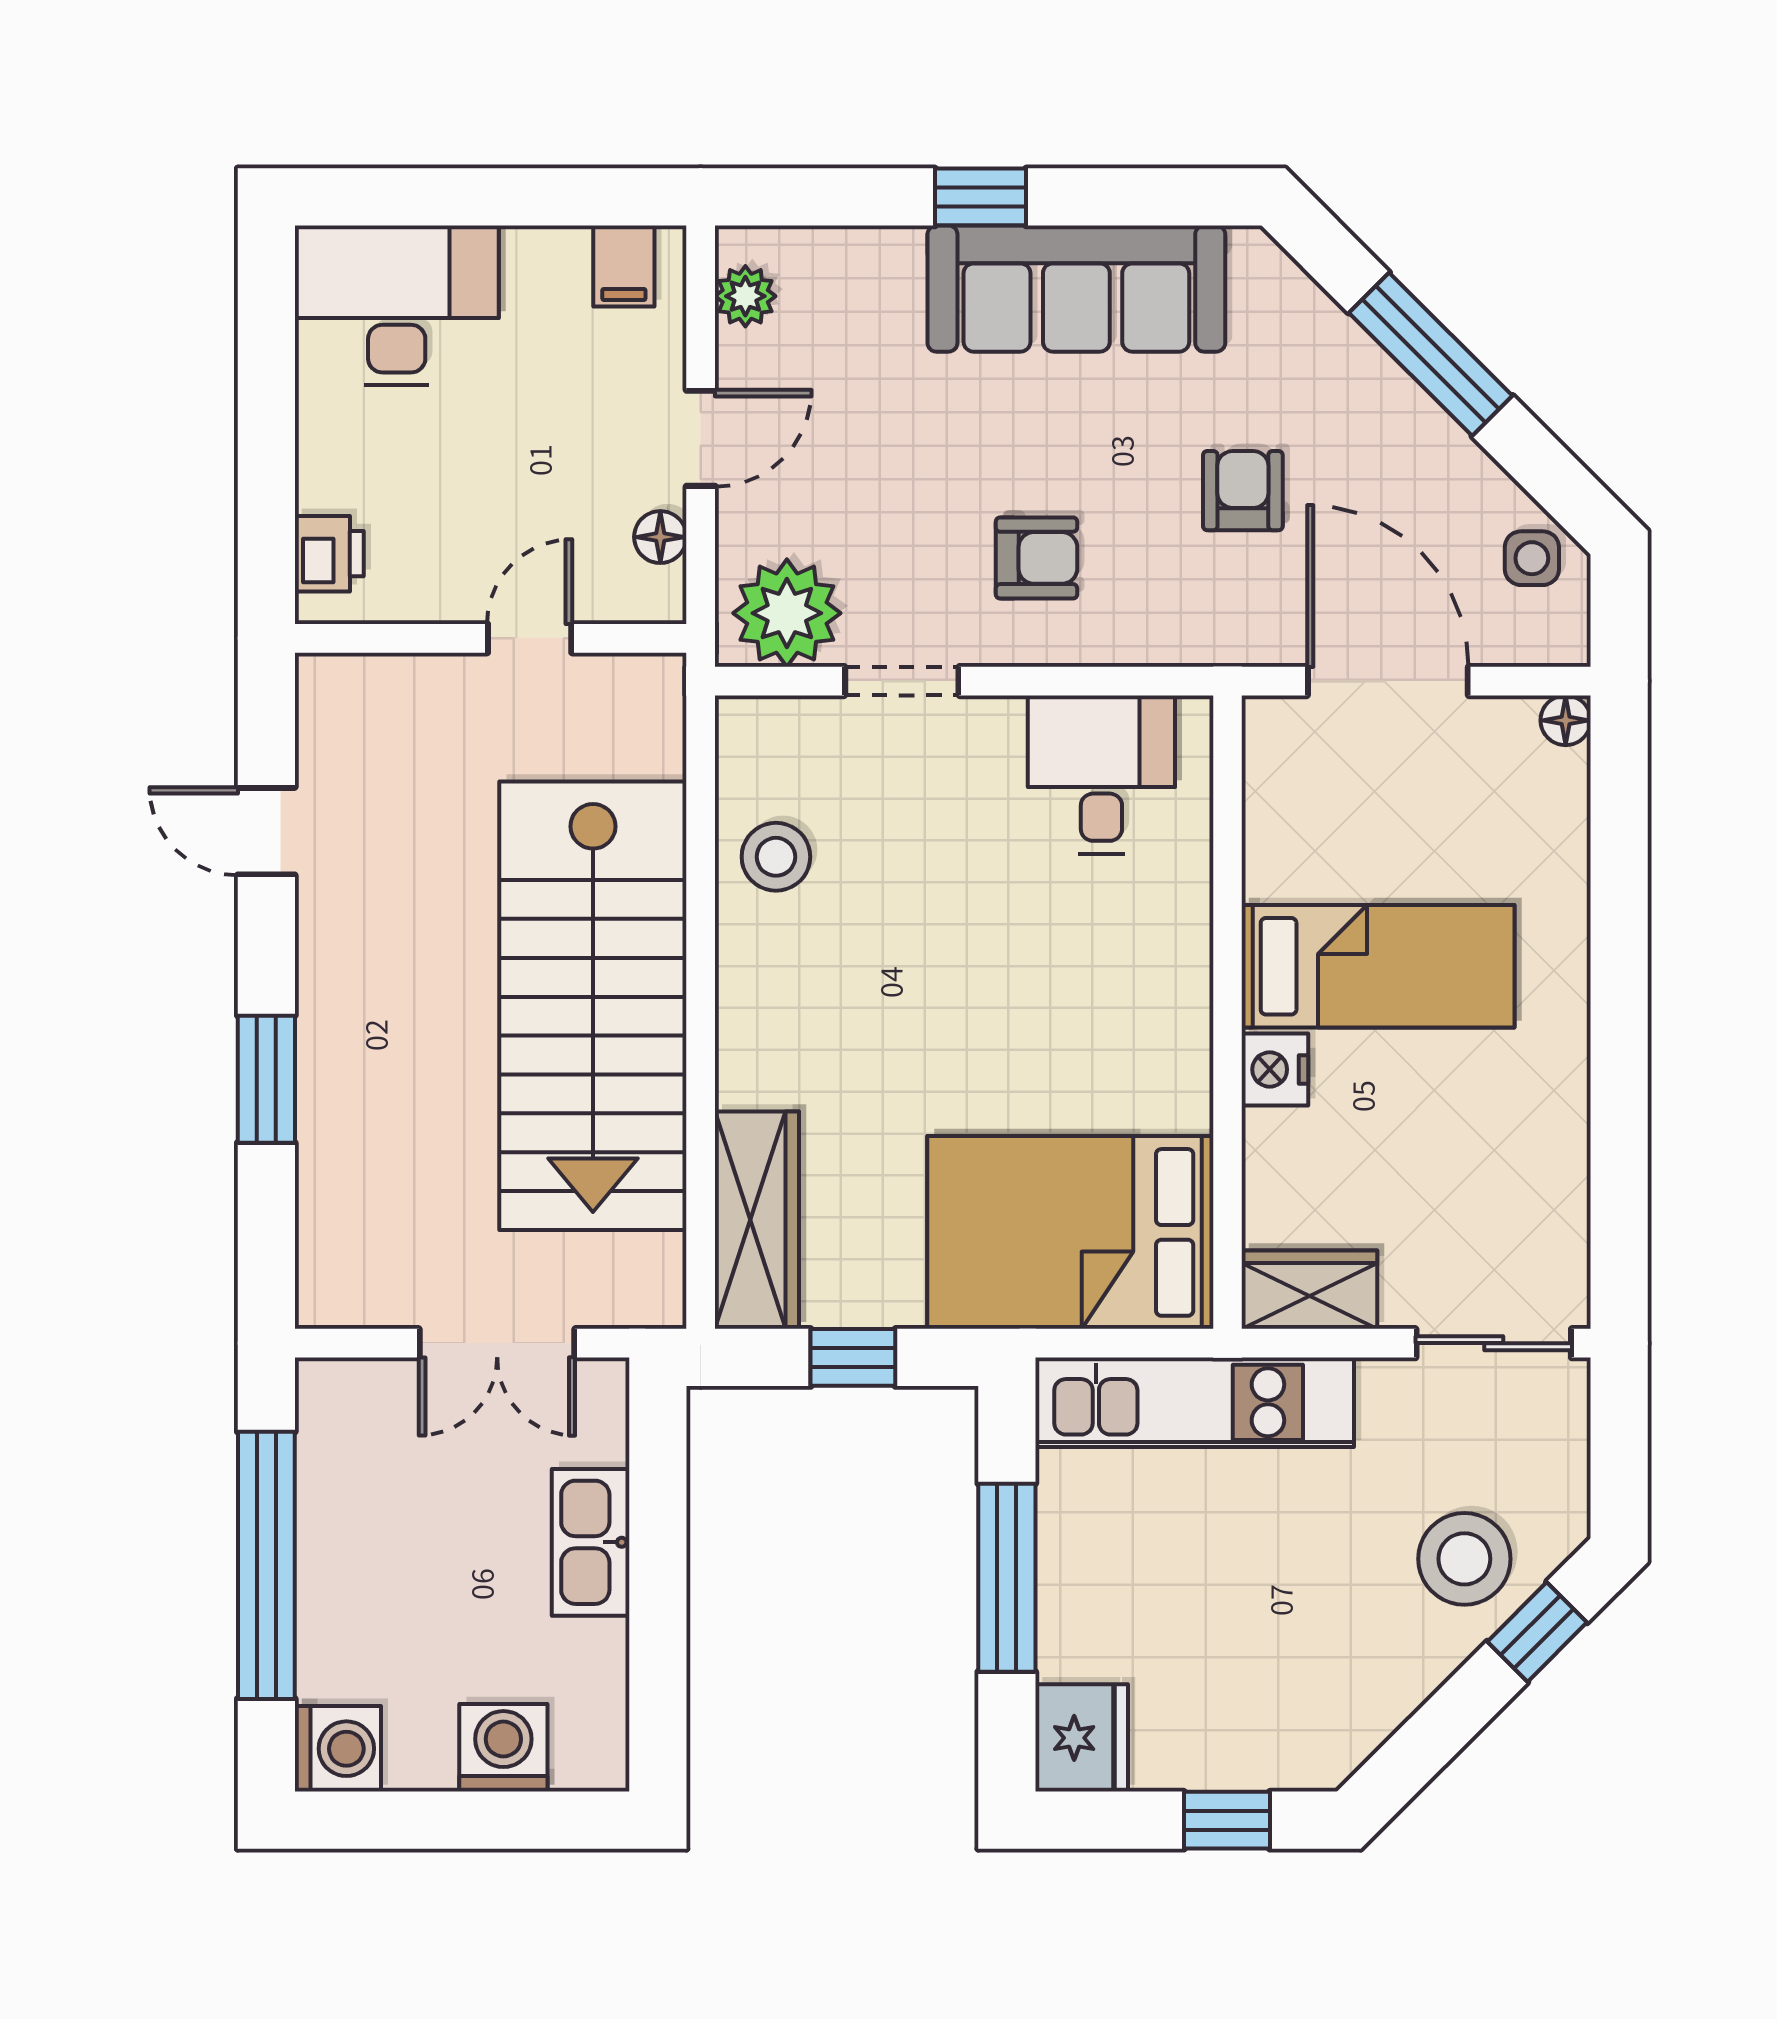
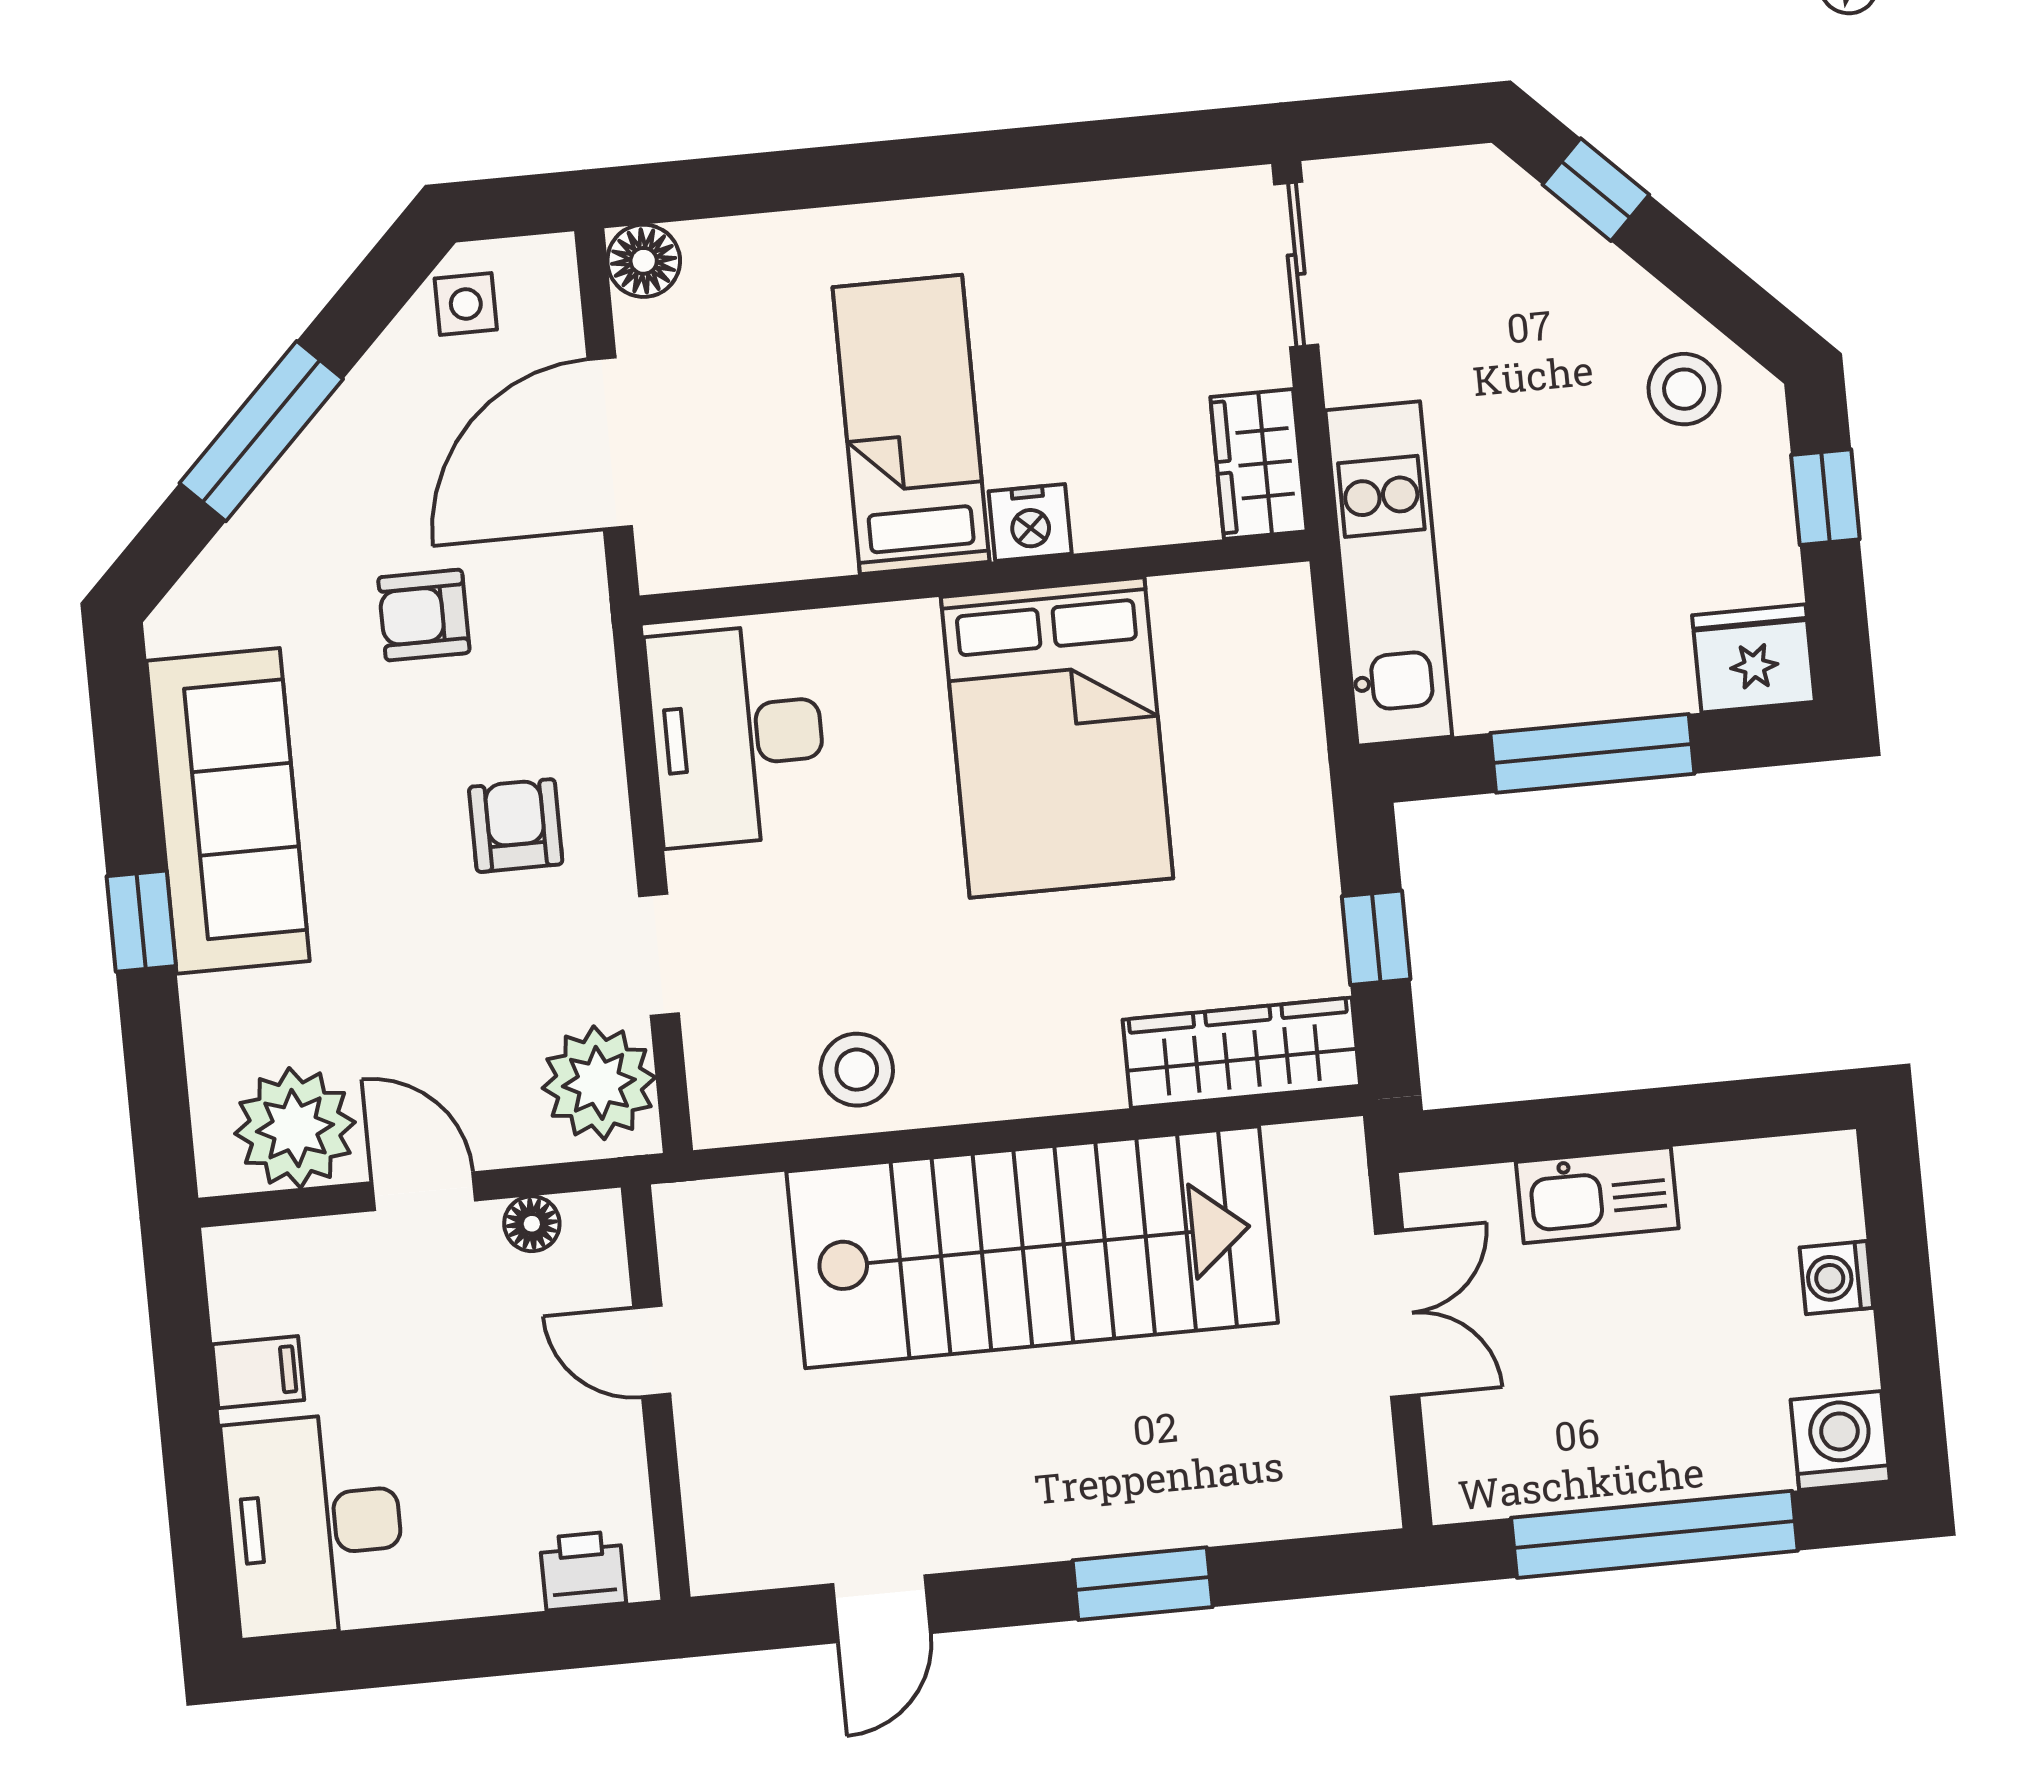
filing cabinet: (624, 266) -> (258, 1372), moved
plant: (745, 296) -> (295, 1128), width x1.87, depth x1.87
floor lamp: (1566, 720) -> (644, 261), width x1.37, depth x1.37
desk: (1101, 774) -> (737, 735), width x1.37
bed: (1070, 1232) -> (1057, 738), moved
stool: (1464, 1559) -> (1684, 389), moved, width x0.73, depth x0.73
washing machine: (503, 1748) -> (1836, 1278), width x0.73, depth x0.73

